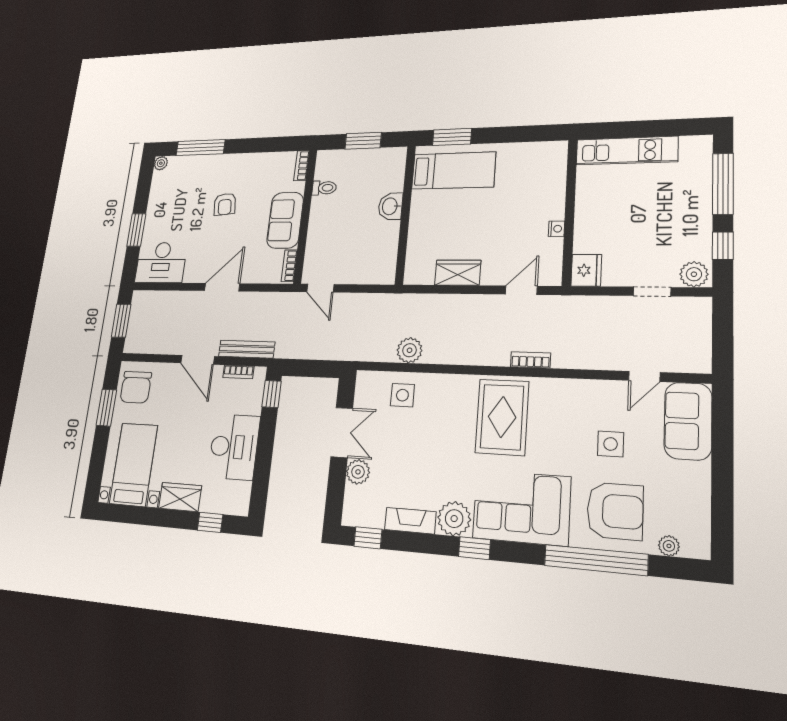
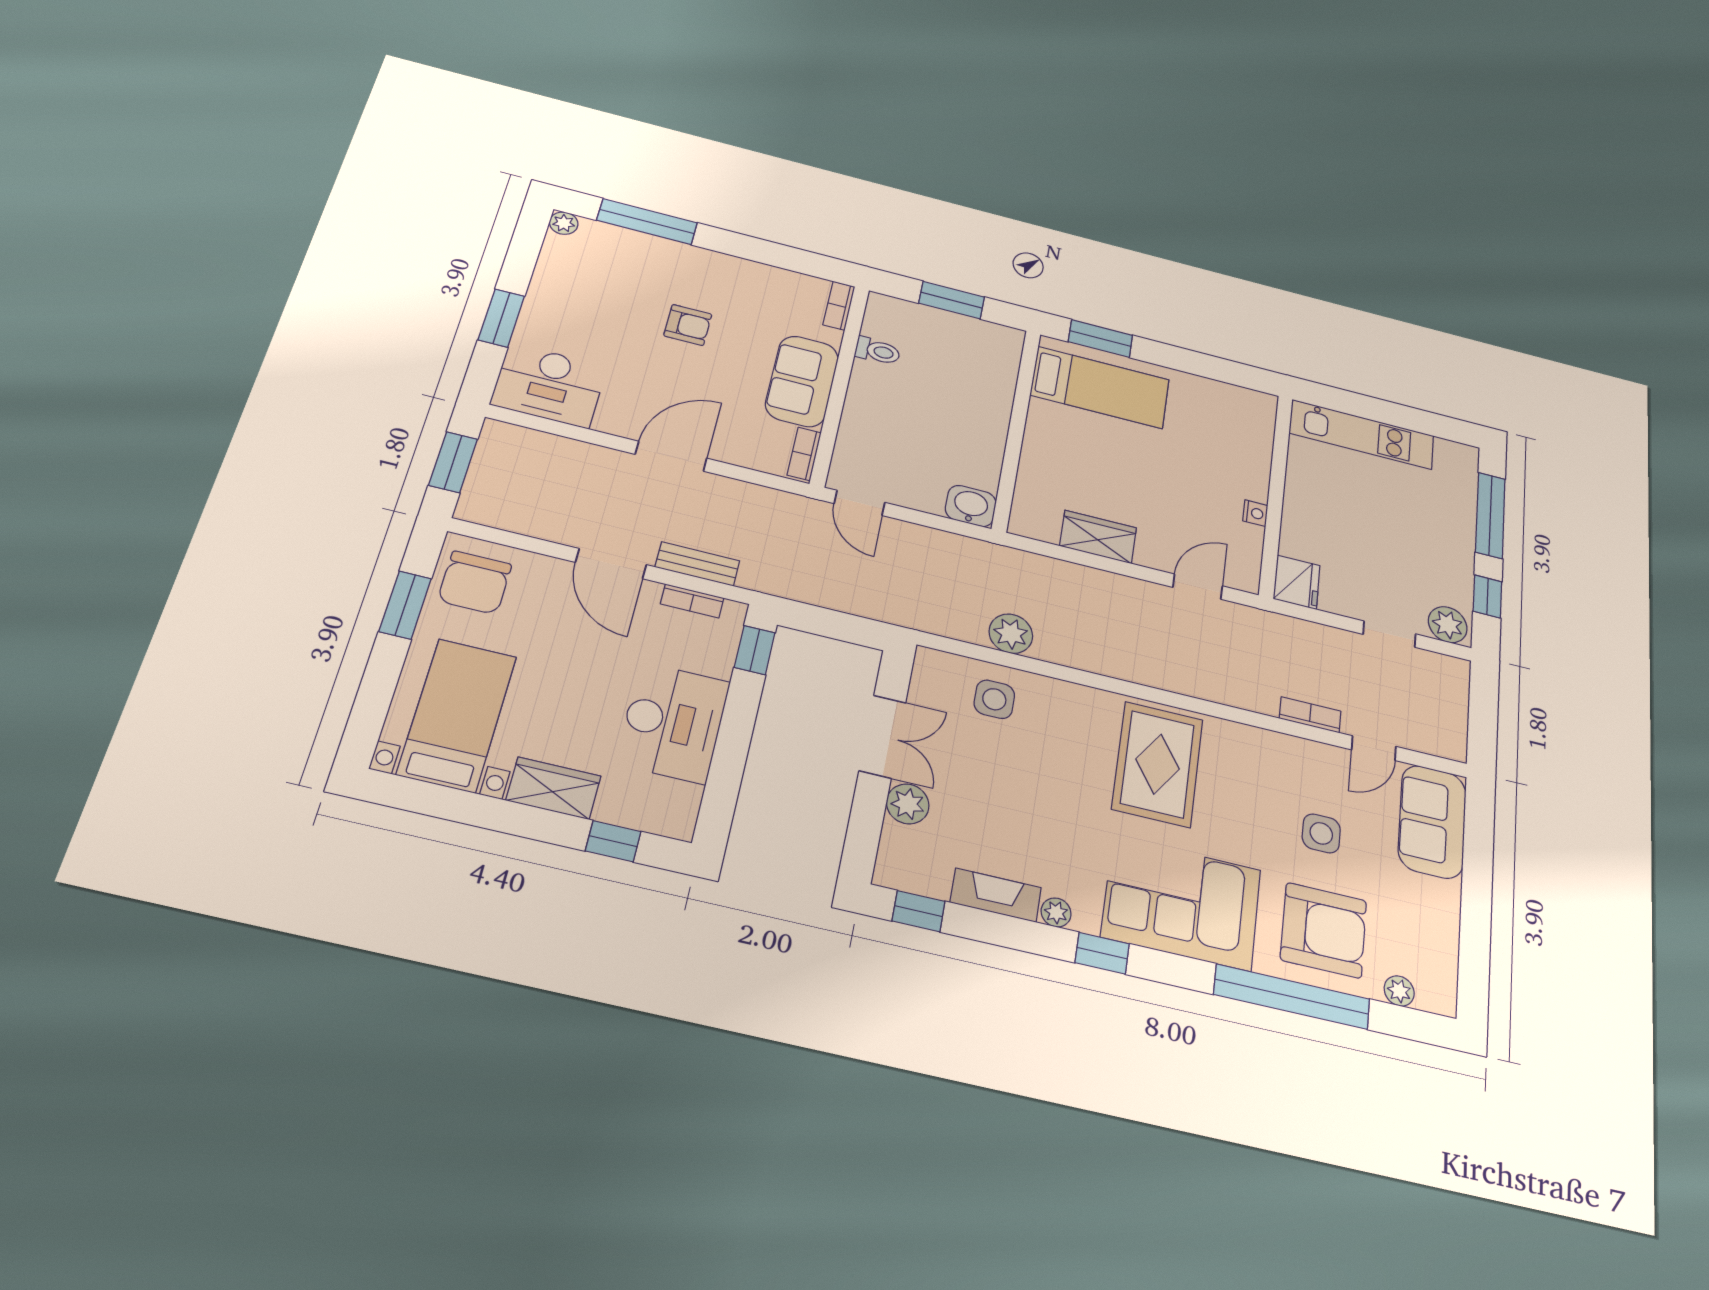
armchair: (225, 204) -> (688, 325), turned -84
washbasin: (390, 206) -> (971, 506), moved, turned 90
bench: (247, 349) -> (697, 564), width x0.73
bookcase: (530, 360) -> (1310, 715), moved
plant: (454, 519) -> (1056, 912), width x0.53, depth x0.53

